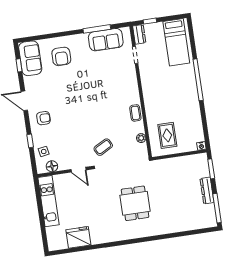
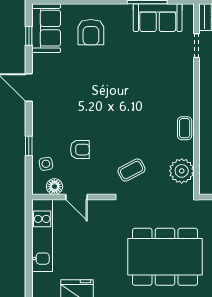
armchair: (43, 118) -> (80, 150), moved
plant: (141, 138) -> (182, 171), width x1.87, depth x1.87
door: (78, 170) -> (76, 197), moved
dining table: (135, 203) -> (165, 257), width x1.88, depth x1.24

